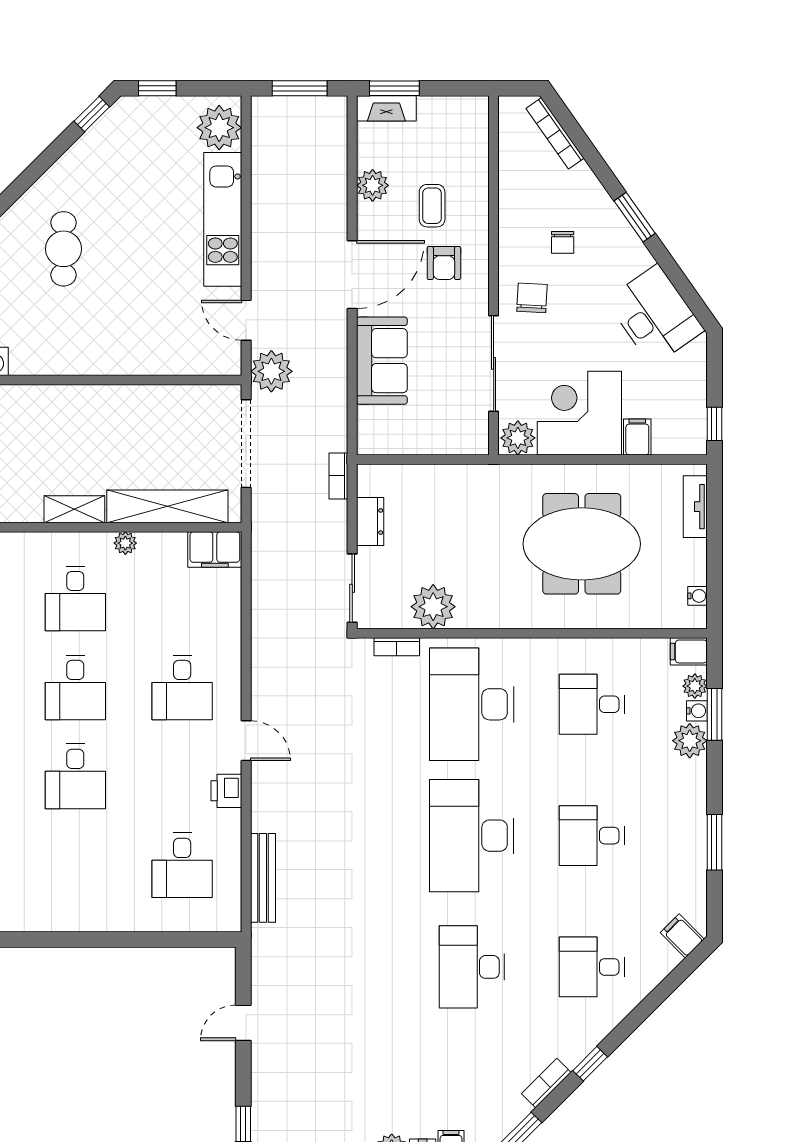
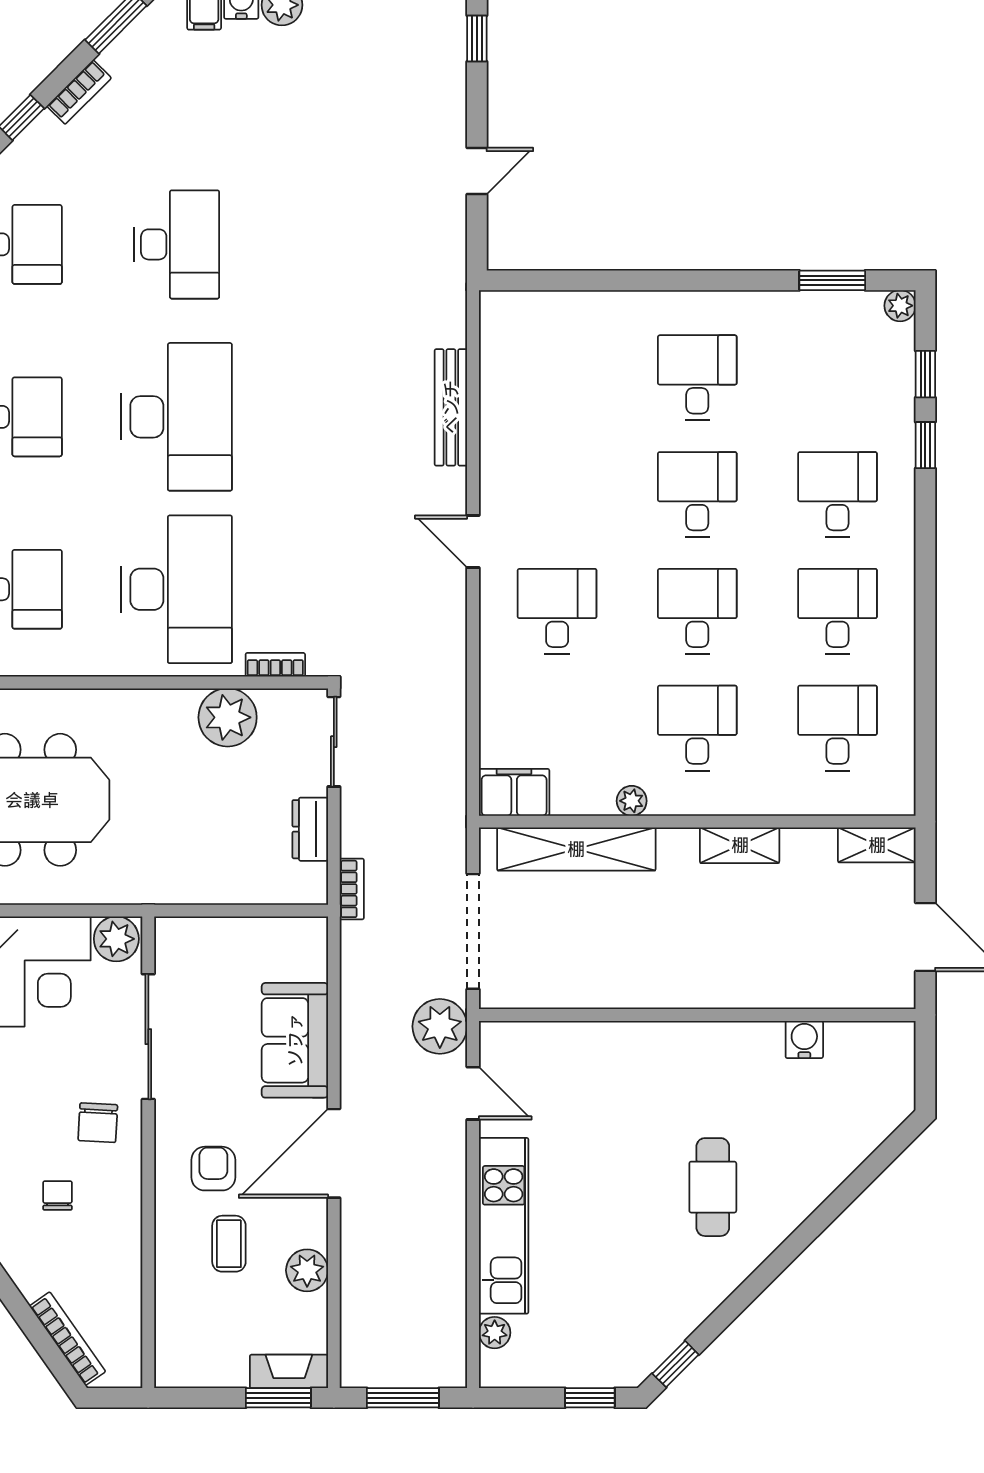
plant: (219, 128) -> (495, 1333), width x0.53, depth x0.53
shelving: (74, 509) -> (740, 845), moved
printer: (226, 791) -> (499, 476), removed
desk: (182, 865) -> (697, 378), moved
bench: (263, 878) -> (451, 407), moved

